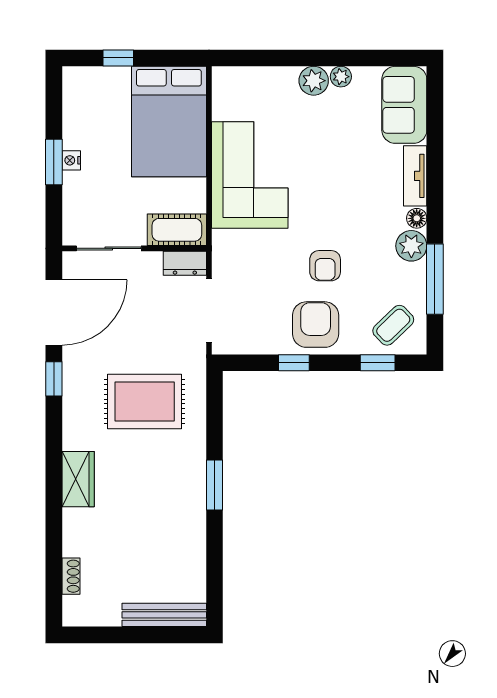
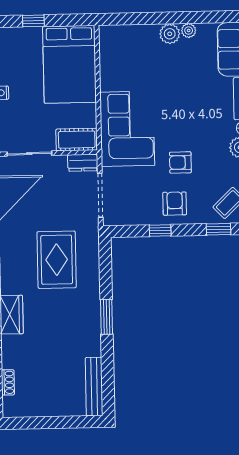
corner sofa: (250, 175) -> (127, 129), moved
armchair: (325, 266) -> (180, 162), turned 90
armchair: (316, 325) -> (175, 204), width x0.72, depth x0.72
rug: (145, 402) -> (57, 260), turned 90
bench: (164, 615) -> (94, 387), moved, turned 90

